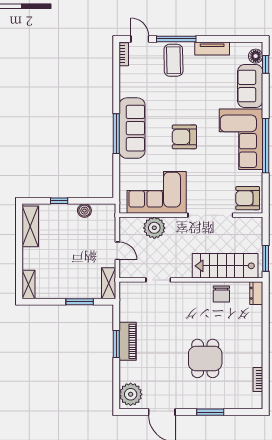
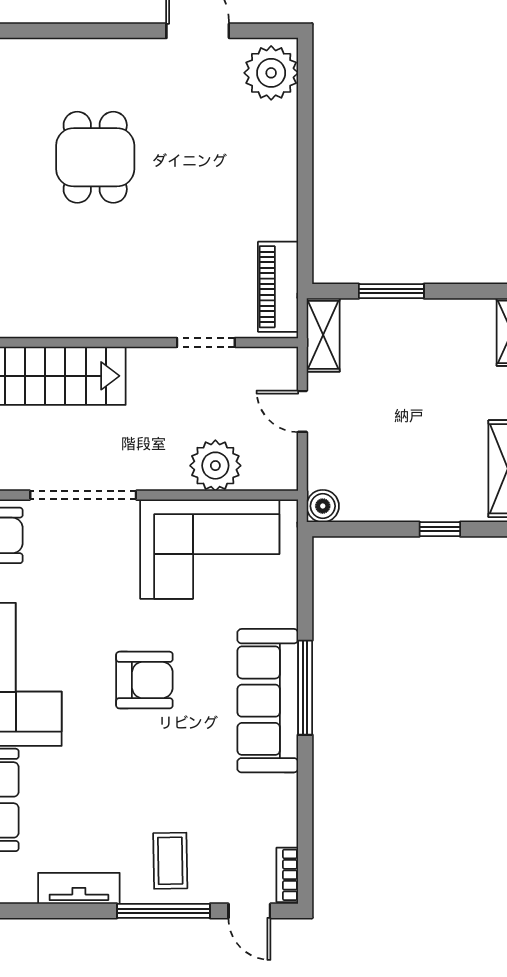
coffee table: (173, 60) -> (170, 861), width x0.73, depth x0.77
boiler: (84, 211) -> (323, 506), moved
chair: (221, 294) -> (57, 309), removed
piano: (128, 341) -> (278, 287), moved
window: (116, 344) -> (305, 191), removed
window: (210, 412) -> (83, 31), removed

